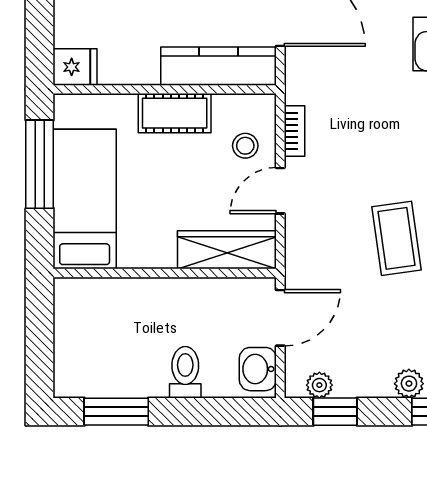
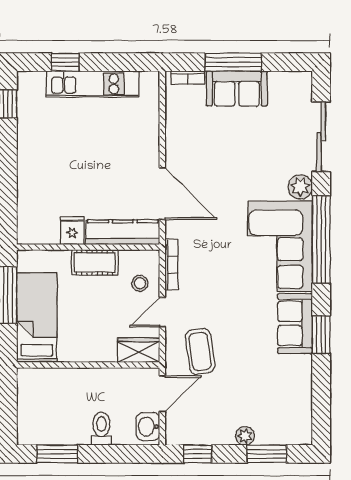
fridge: (75, 67) -> (72, 230), moved, turned -90
bookcase: (294, 131) -> (171, 265), width x1.56
coffee table: (397, 238) -> (200, 351), moved
wardrobe: (227, 250) -> (139, 350), width x0.67
plant: (319, 385) -> (187, 437), removed

